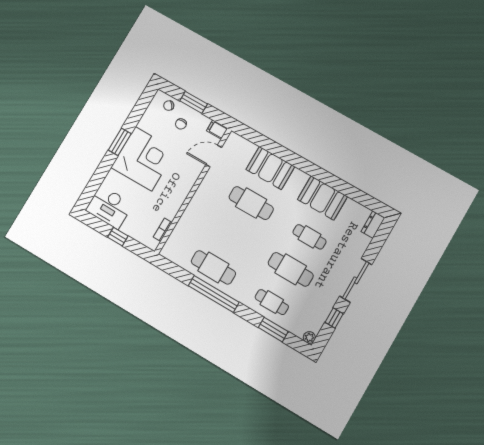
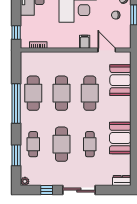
filing cabinet: (217, 130) -> (85, 42), moved
booth: (270, 168) -> (120, 80), moved
cafe table: (232, 235) -> (62, 93), added
window: (118, 237) -> (16, 33), moved

